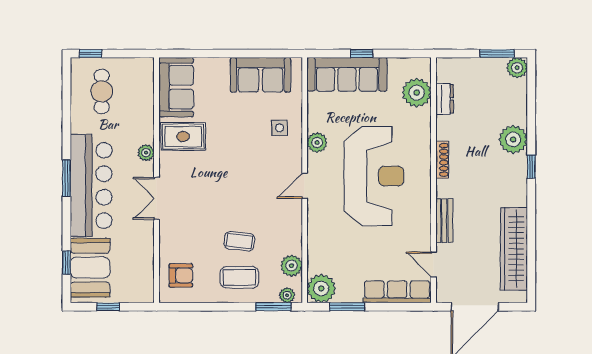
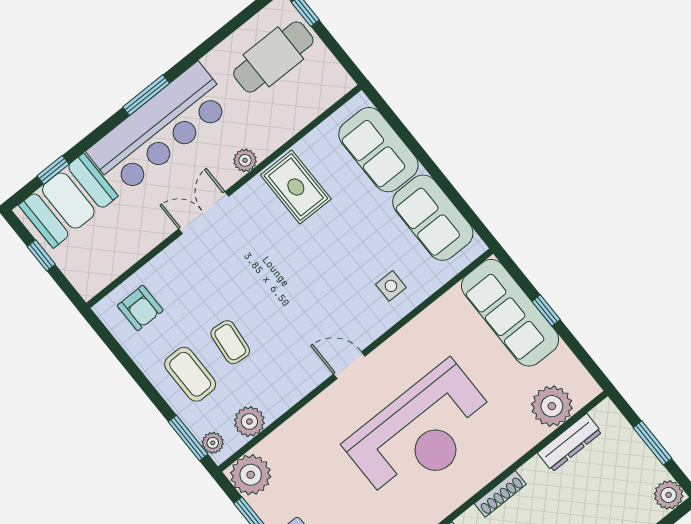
window: (497, 54) -> (653, 443), moved
sofa: (176, 87) -> (378, 150), moved, turned 90
cafe table: (102, 91) -> (273, 57), width x1.37, depth x1.35
dresser: (445, 99) -> (570, 443), width x1.44
plant: (317, 142) -> (408, 340), removed

